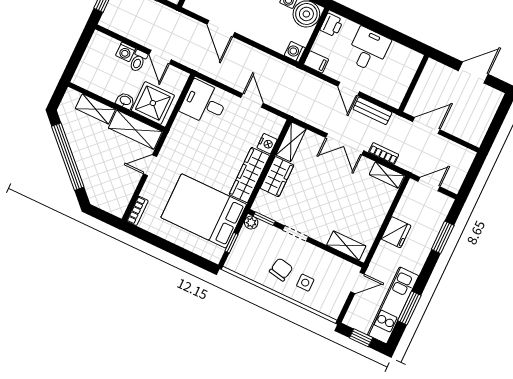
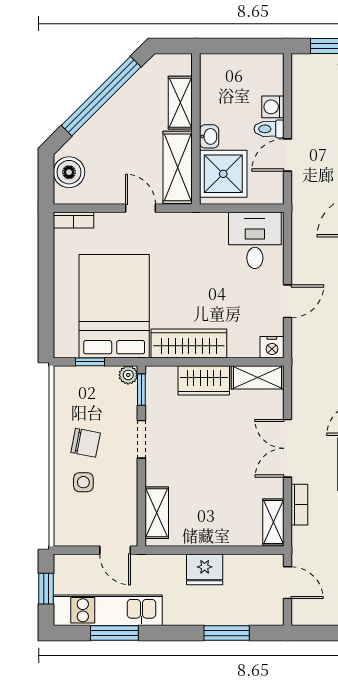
nightstand: (267, 144) -> (272, 347), moved
boiler: (106, 200) -> (69, 172), added

